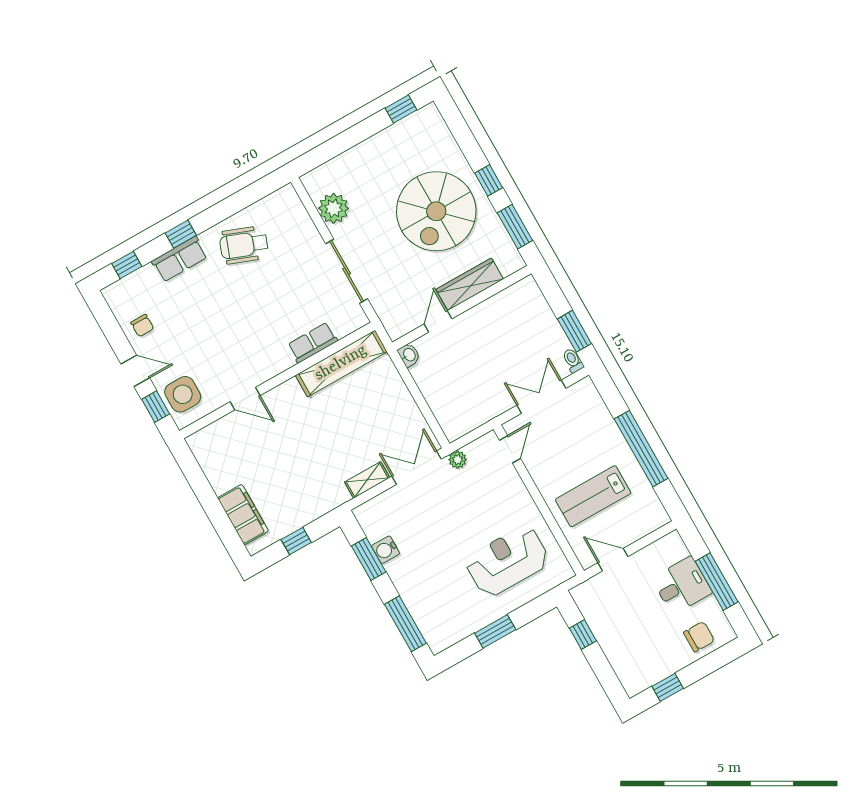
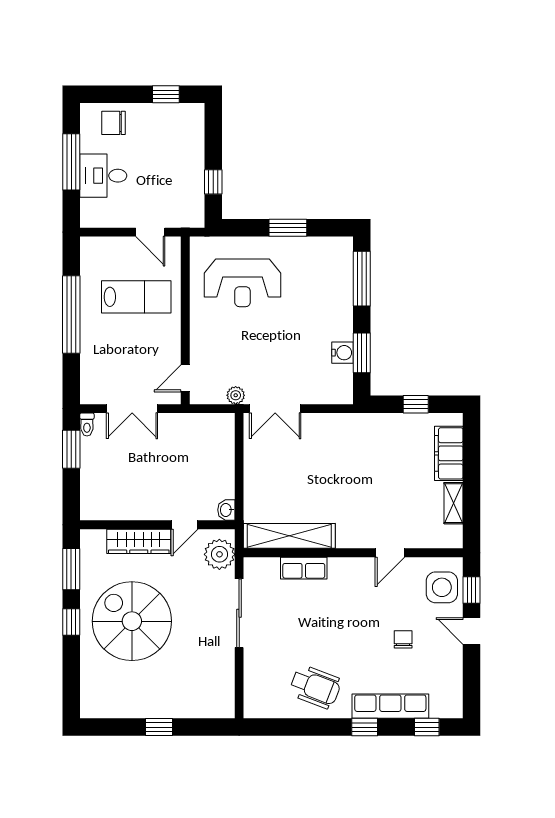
window: (401, 109) -> (159, 727), moved
plant: (334, 208) -> (219, 554), moved
spiral stairs: (436, 211) -> (132, 621), turned -90
row of seats: (180, 259) -> (390, 706), width x1.48
chair: (142, 326) -> (403, 639), moved
door: (245, 399) -> (390, 553), swing flipped
shelving: (367, 480) -> (454, 503), moved, turned 90

